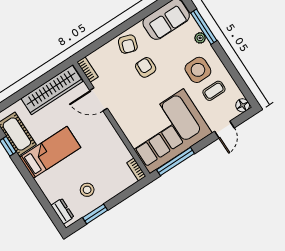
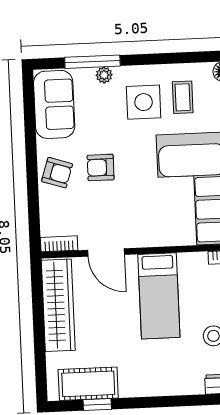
door: (99, 99) -> (106, 252), hinge flipped
bed: (50, 152) -> (159, 296), moved, turned 180

